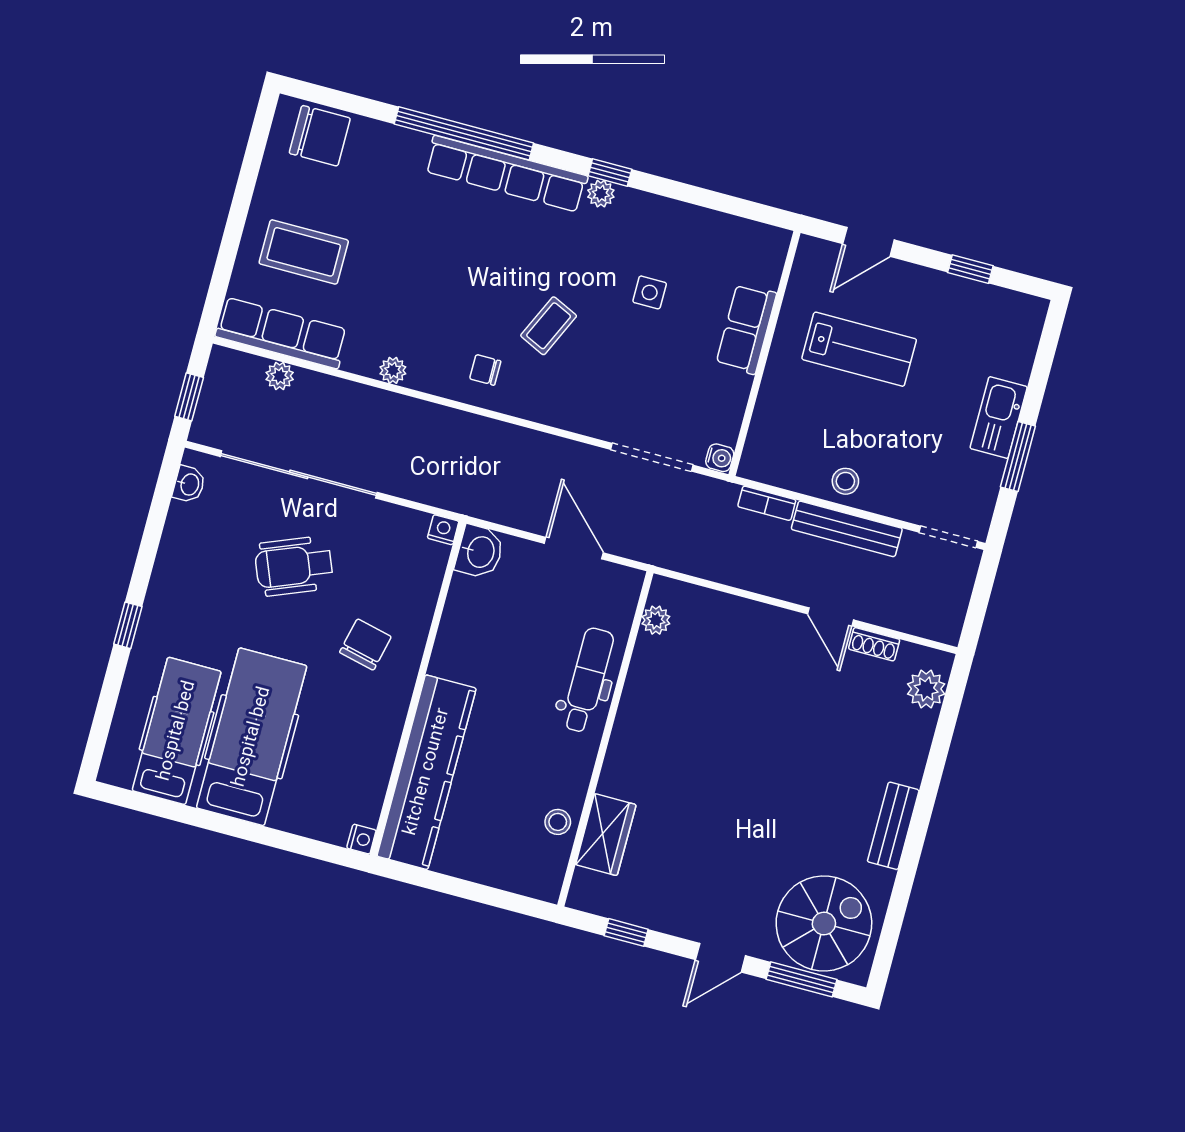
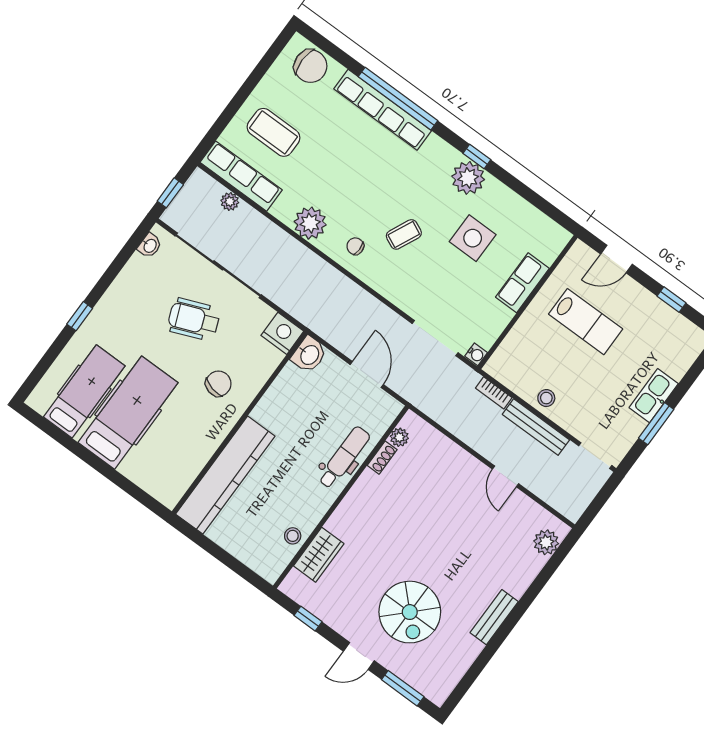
row of seats: (506, 174) -> (383, 110), moved
plant: (601, 194) -> (468, 178), width x1.87, depth x1.87
side table: (650, 292) -> (473, 238), width x1.87, depth x1.87
plant: (393, 370) -> (310, 223), width x1.88, depth x1.88
nightstand: (443, 530) -> (282, 333), width x1.89, depth x1.79
shoe rack: (874, 644) -> (382, 458), moved, turned -90
nightstand: (361, 839) -> (170, 500), removed
spiral stairs: (824, 923) -> (410, 612), moved, turned 90

